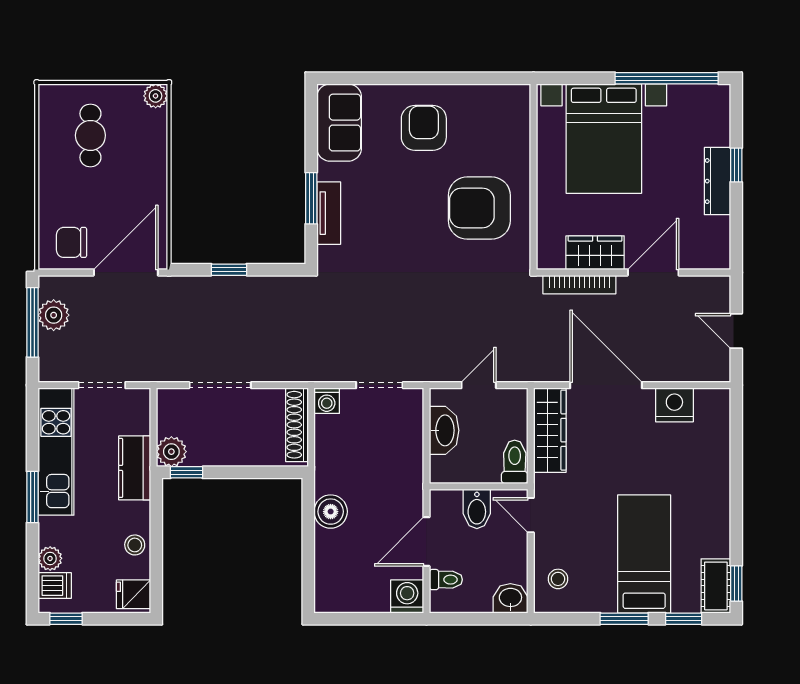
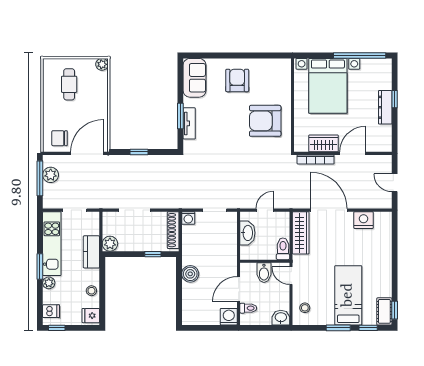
window: (187, 472) -> (153, 254), moved
plant: (50, 558) -> (49, 283), moved

